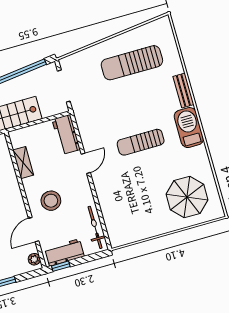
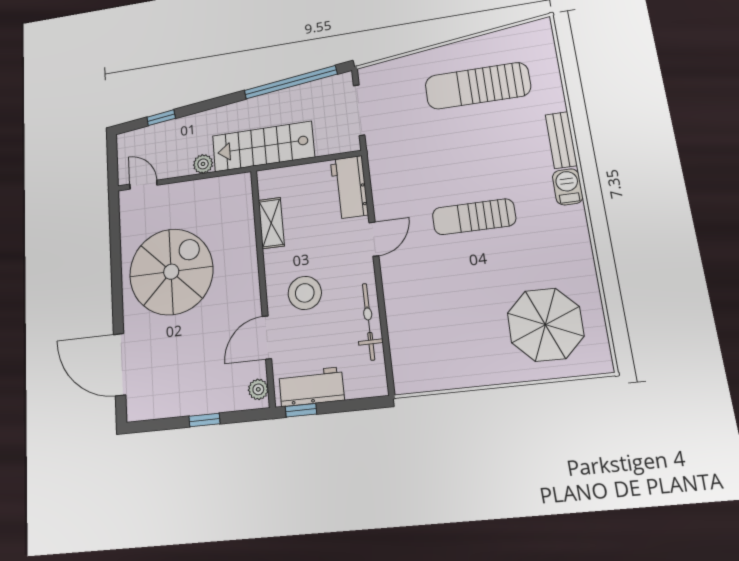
barbecue: (189, 128) -> (568, 187), width x0.53, depth x0.65
bicycle: (95, 227) -> (369, 322), moved

